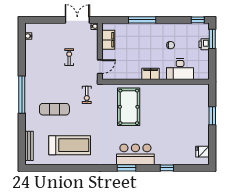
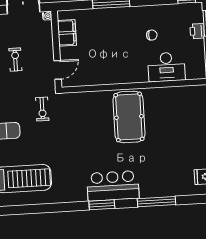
filing cabinet: (151, 74) -> (127, 76), removed
pool table: (129, 107) -> (129, 117), moved
window: (167, 168) -> (157, 202), width x2.17

